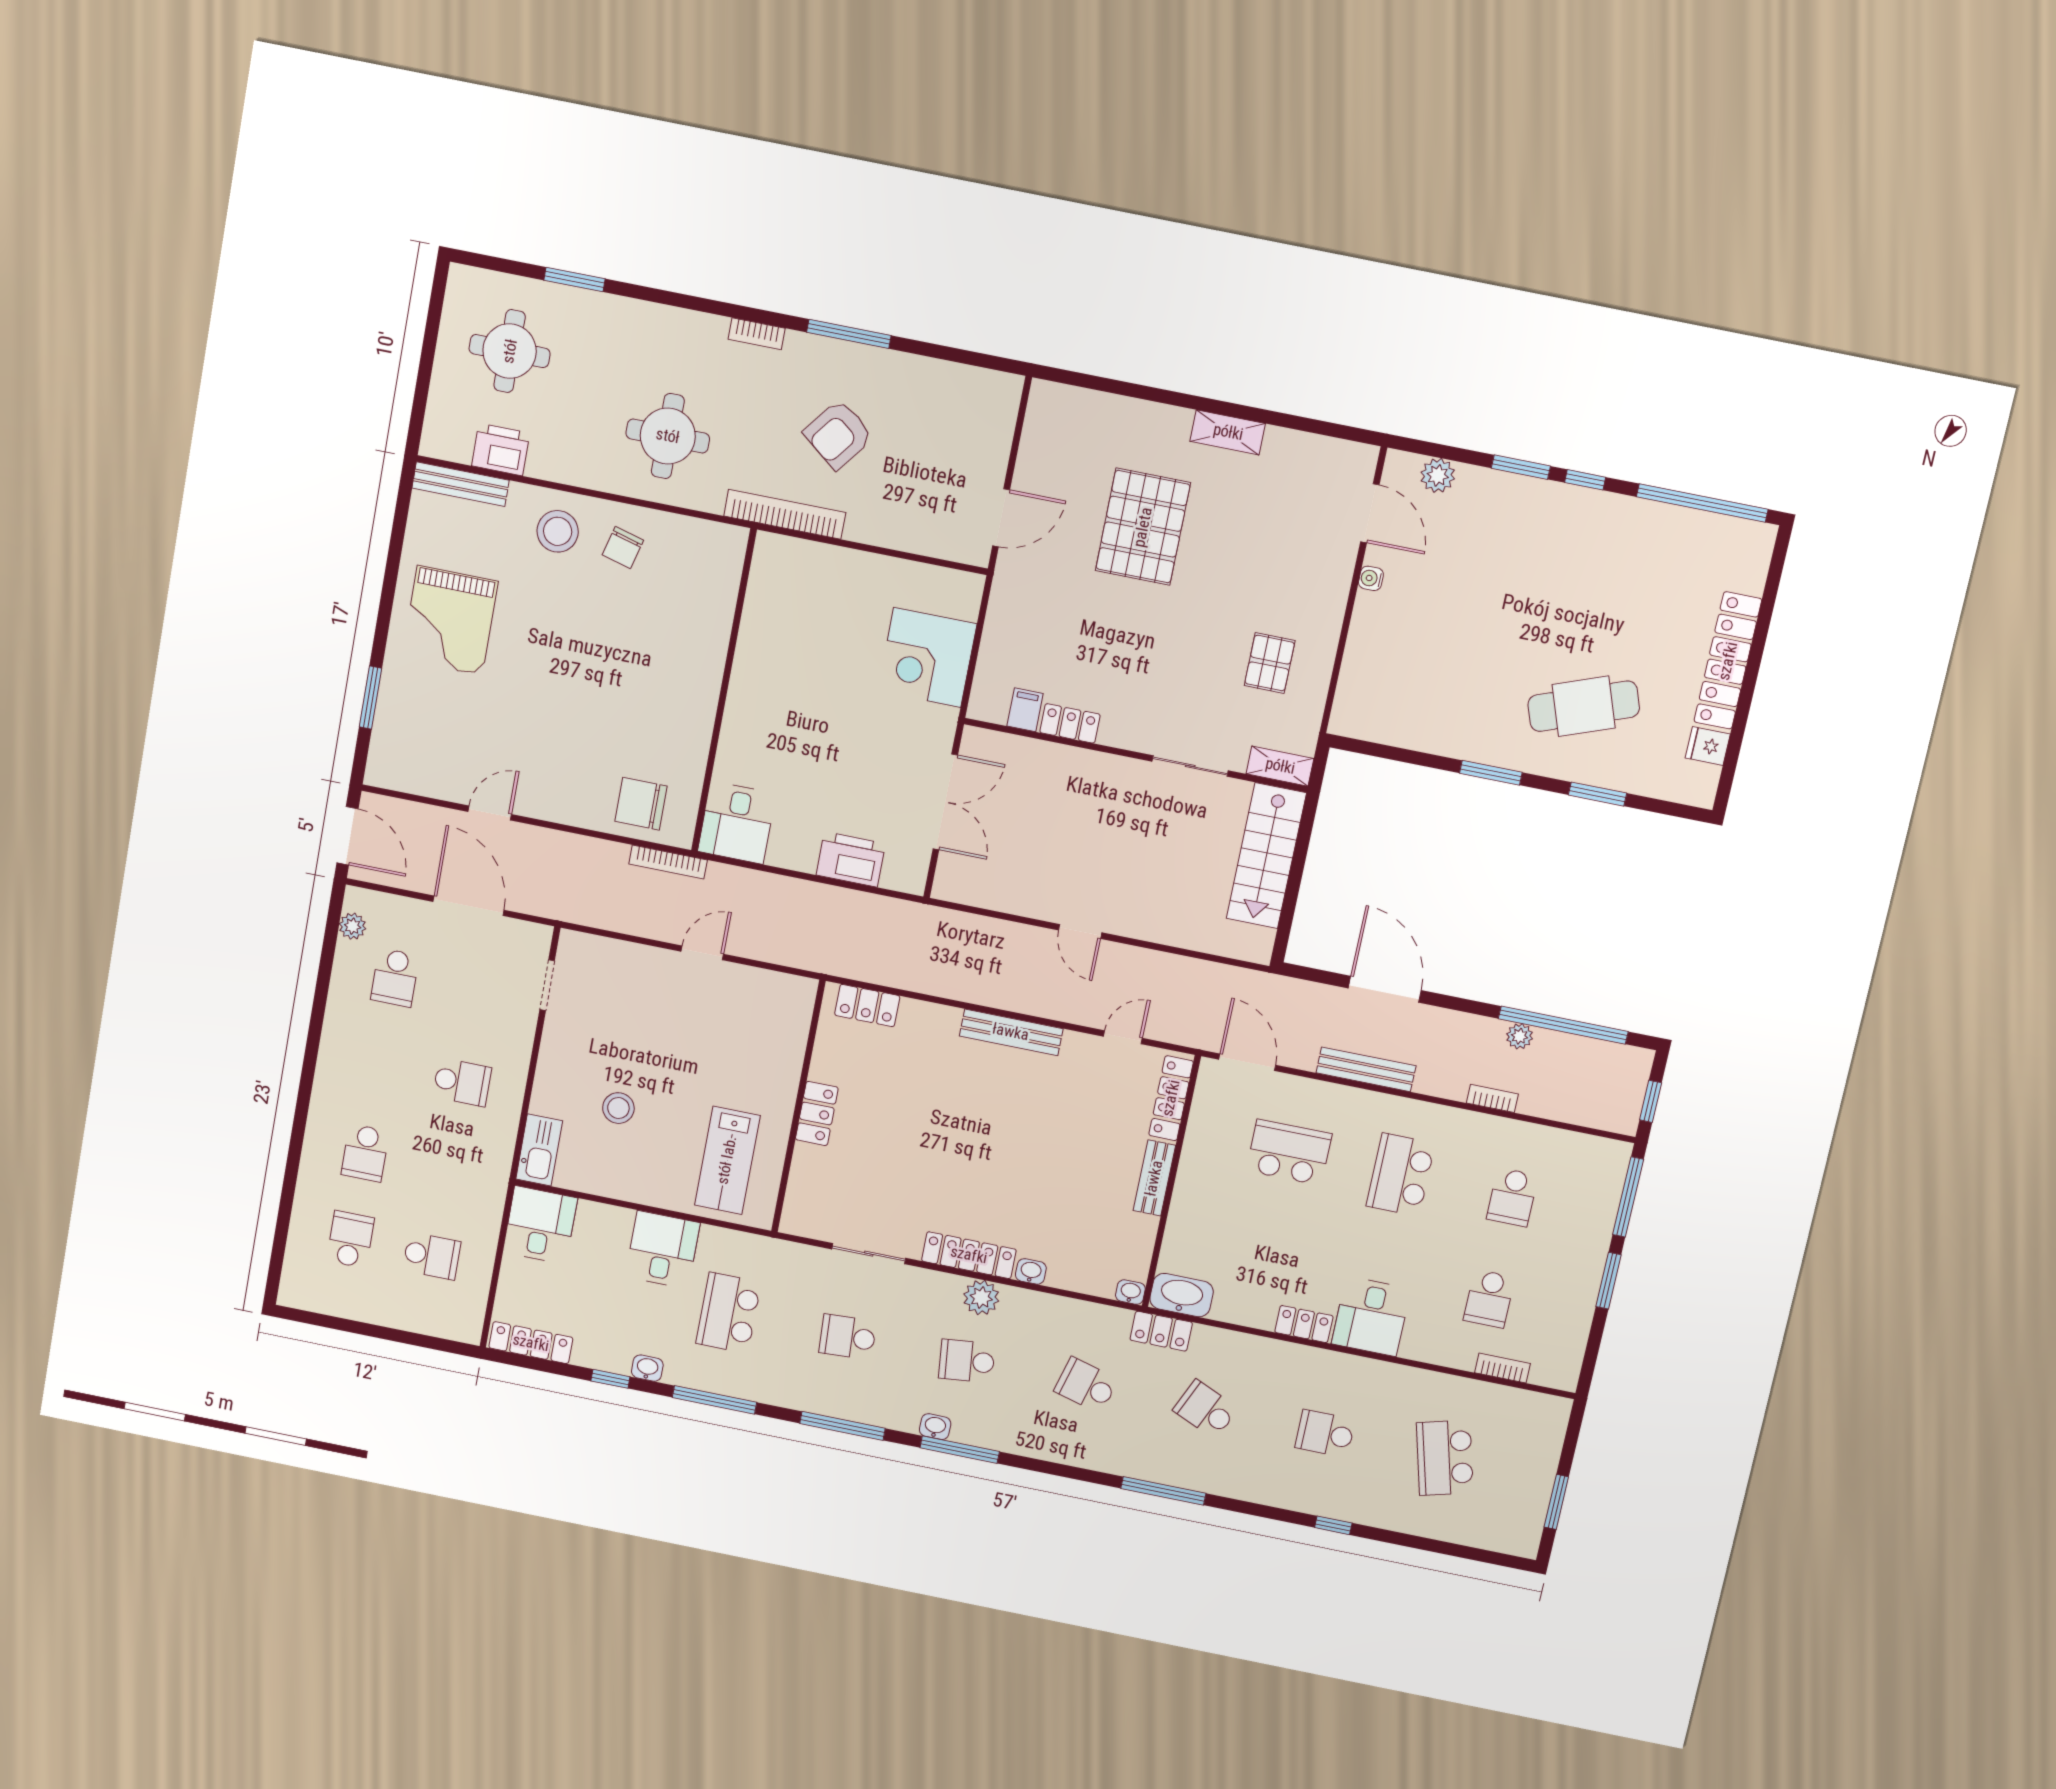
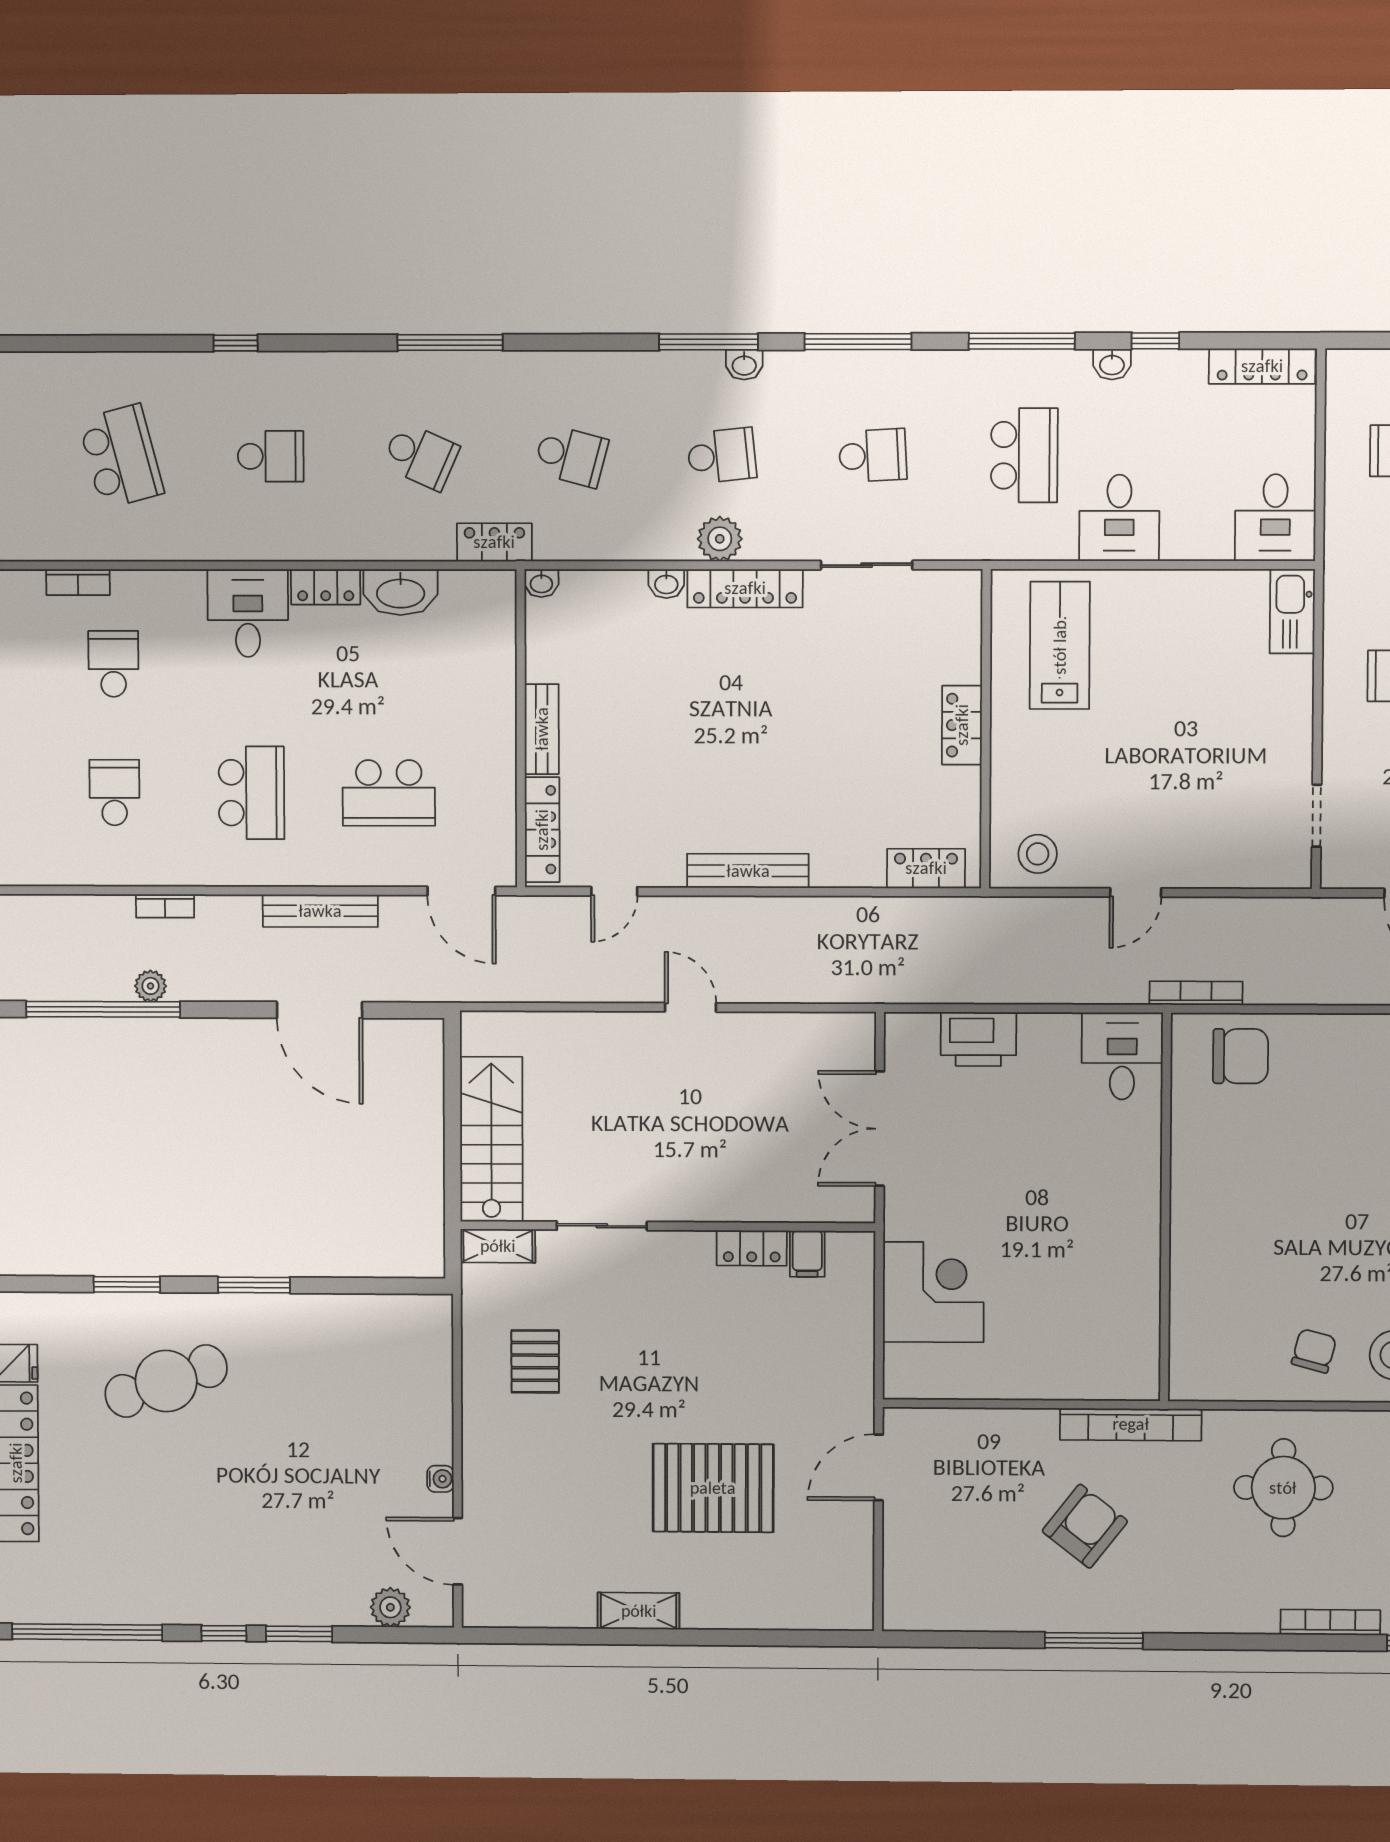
bookcase: (757, 334) -> (1330, 1622), moved, width x1.56
pallet: (1143, 527) -> (713, 1488), turned 90
stool: (618, 1108) -> (1038, 854), moved
washbasin: (1182, 1295) -> (401, 592), moved

